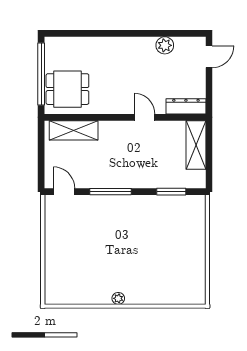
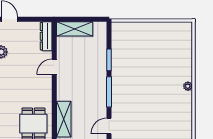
window: (171, 192) -> (109, 60), moved

